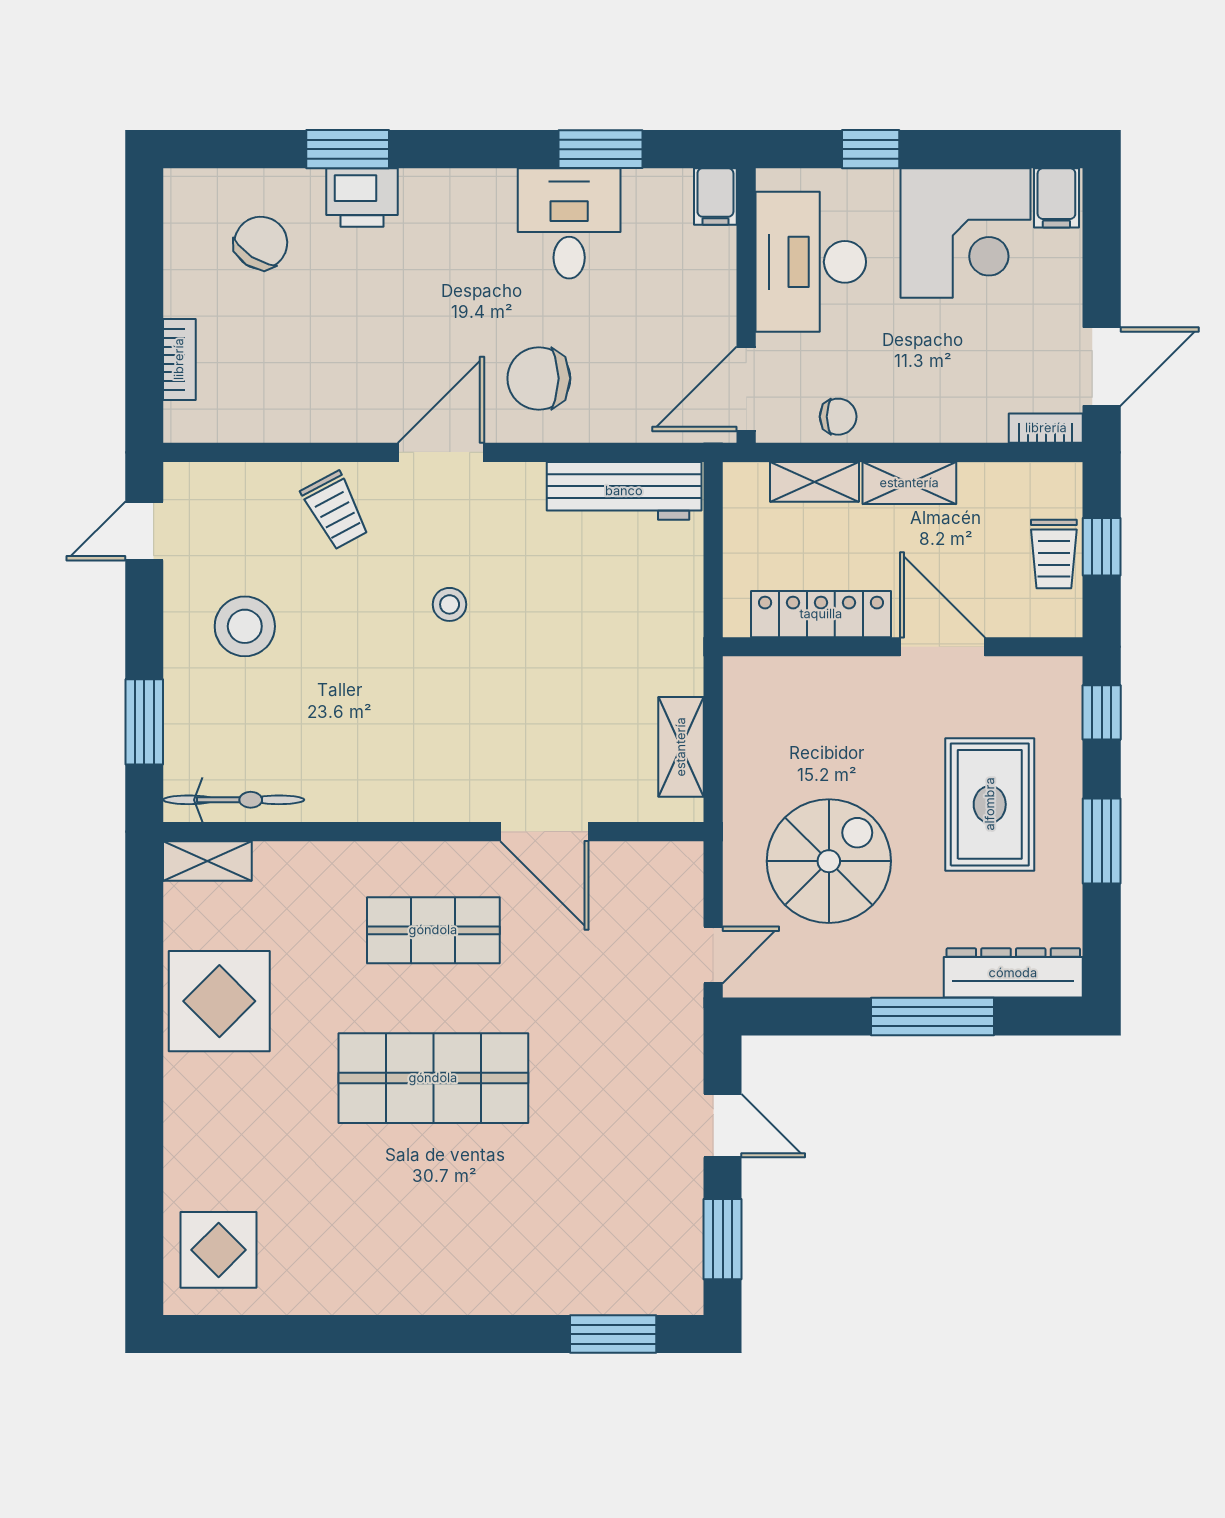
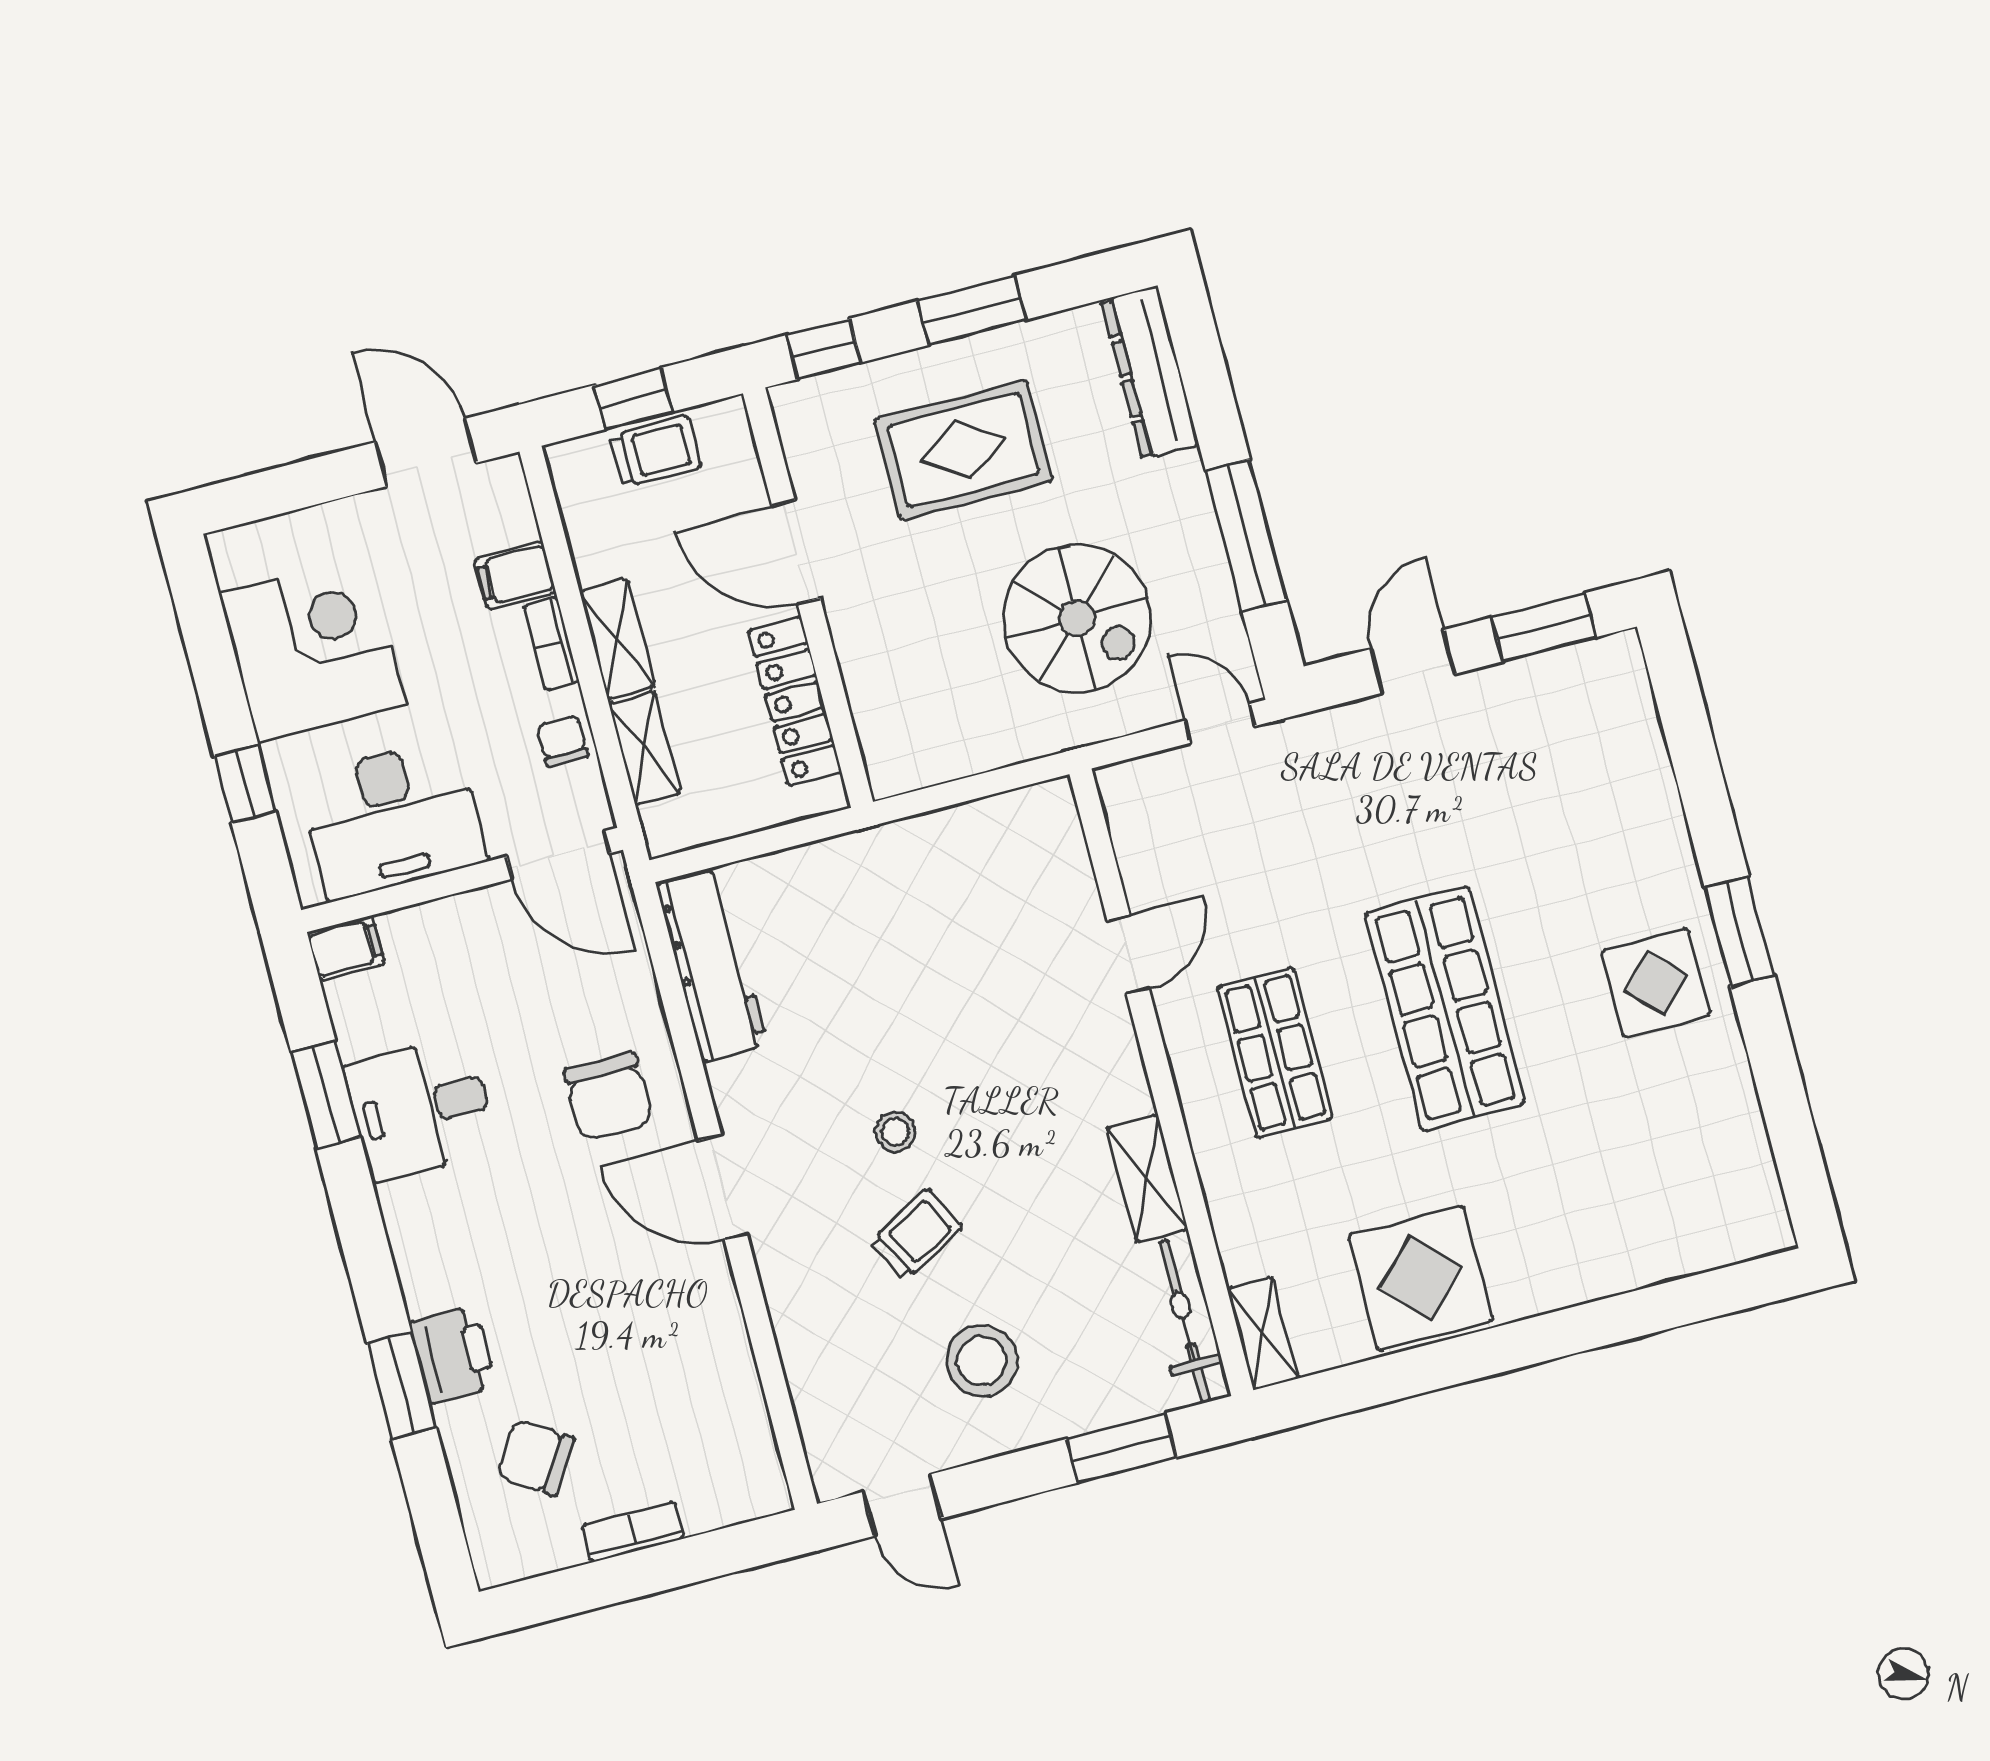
filing cabinet: (1056, 198) -> (515, 575), moved, turned 180
bookcase: (179, 359) -> (633, 1532), moved
bookcase: (1046, 428) -> (551, 643), moved
trolley: (335, 511) -> (916, 1235), moved
door: (942, 647) -> (796, 552), hinge flipped
shelving: (681, 747) -> (1147, 1178), moved, turned 90
door: (544, 832) -> (1128, 955), width x0.73
spiral stairs: (829, 861) -> (1077, 618), turned 180
window: (932, 1016) -> (1246, 535), moved
display table: (219, 1250) -> (1656, 983), moved
window: (613, 1334) -> (1740, 931), moved

